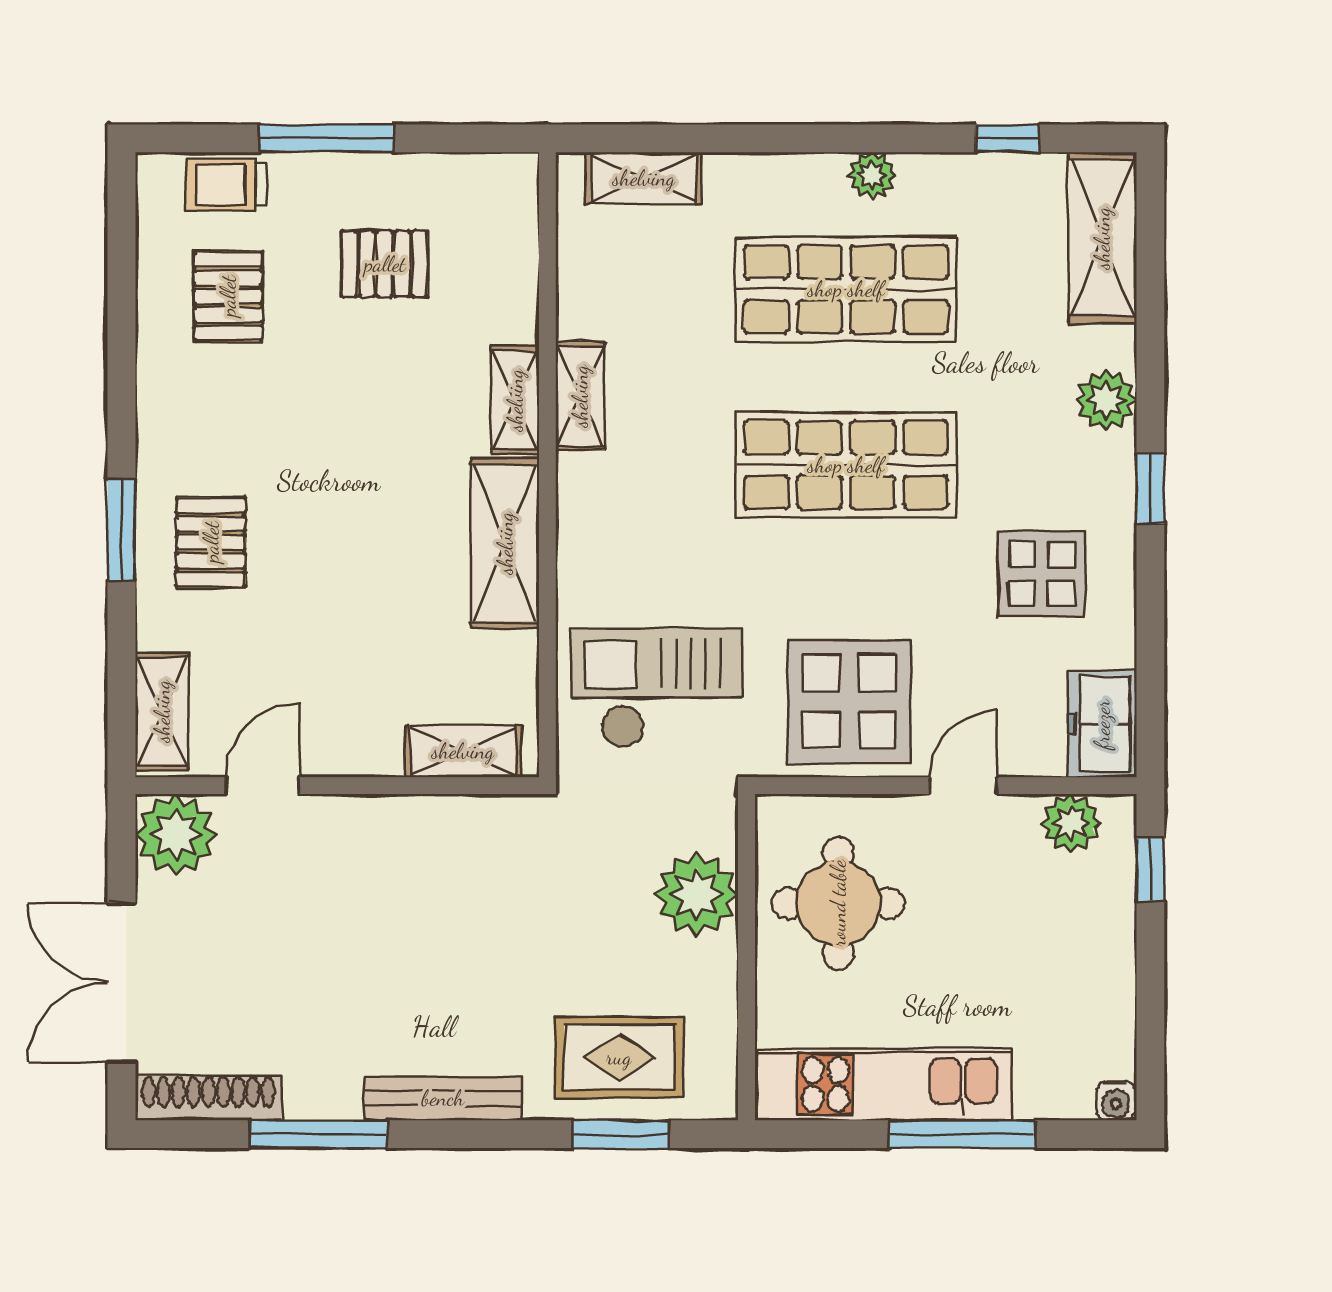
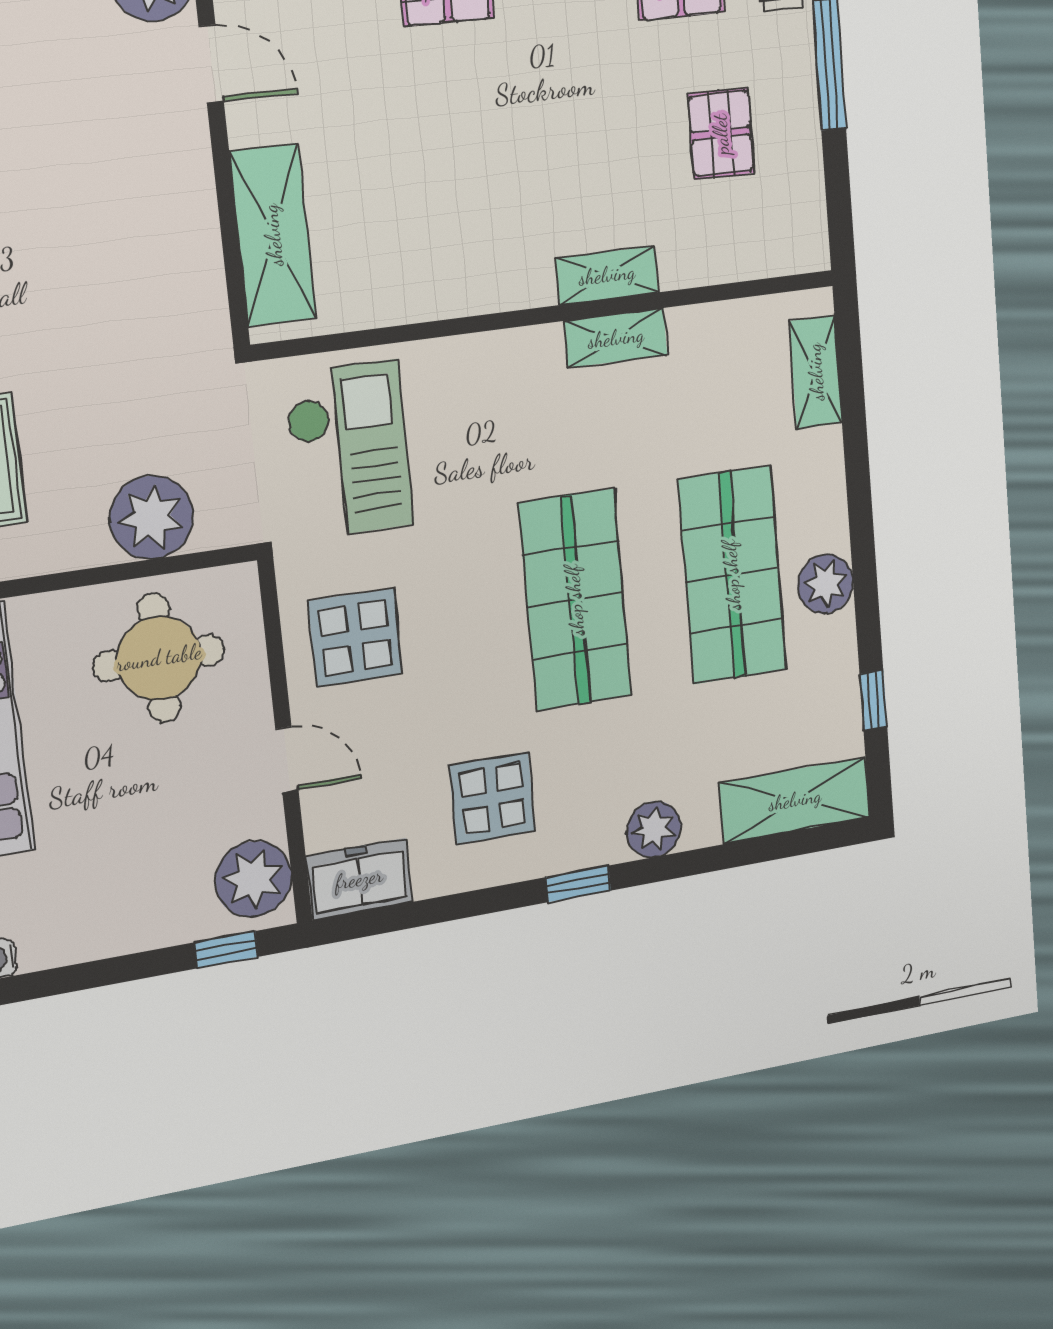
plant: (872, 175) -> (826, 584), width x1.38, depth x1.38
shelving: (505, 543) -> (473, 282), removed
display table: (849, 702) -> (355, 638), width x0.73, depth x0.73
shelving: (463, 751) -> (273, 235), width x1.50, depth x1.33
plant: (1071, 823) -> (253, 879), width x1.36, depth x1.36

